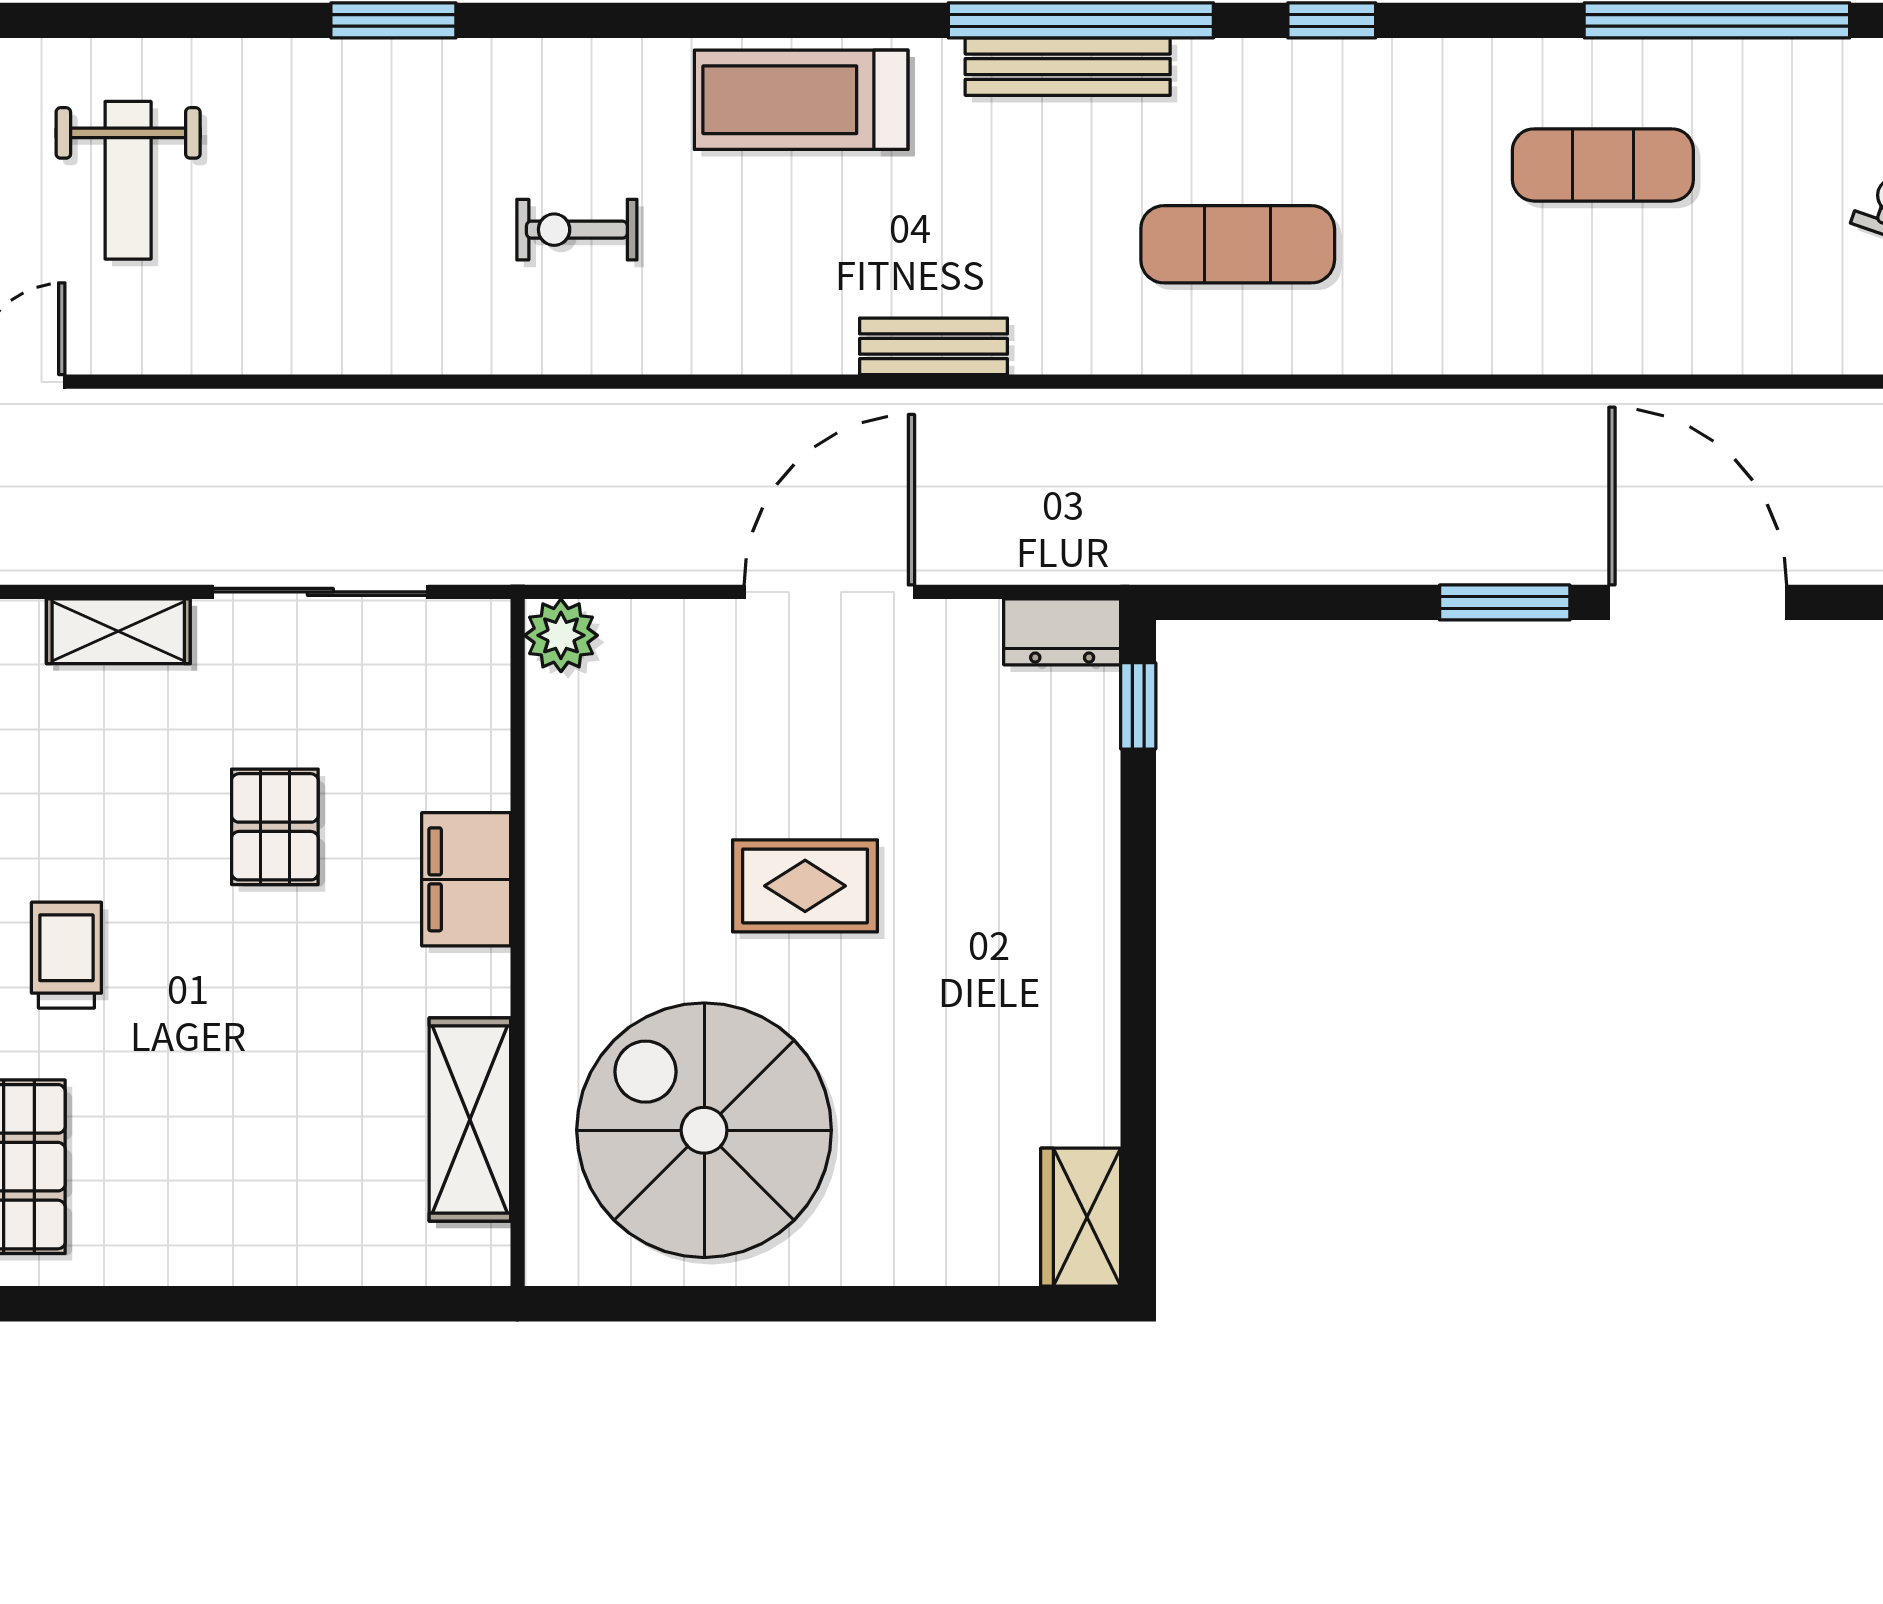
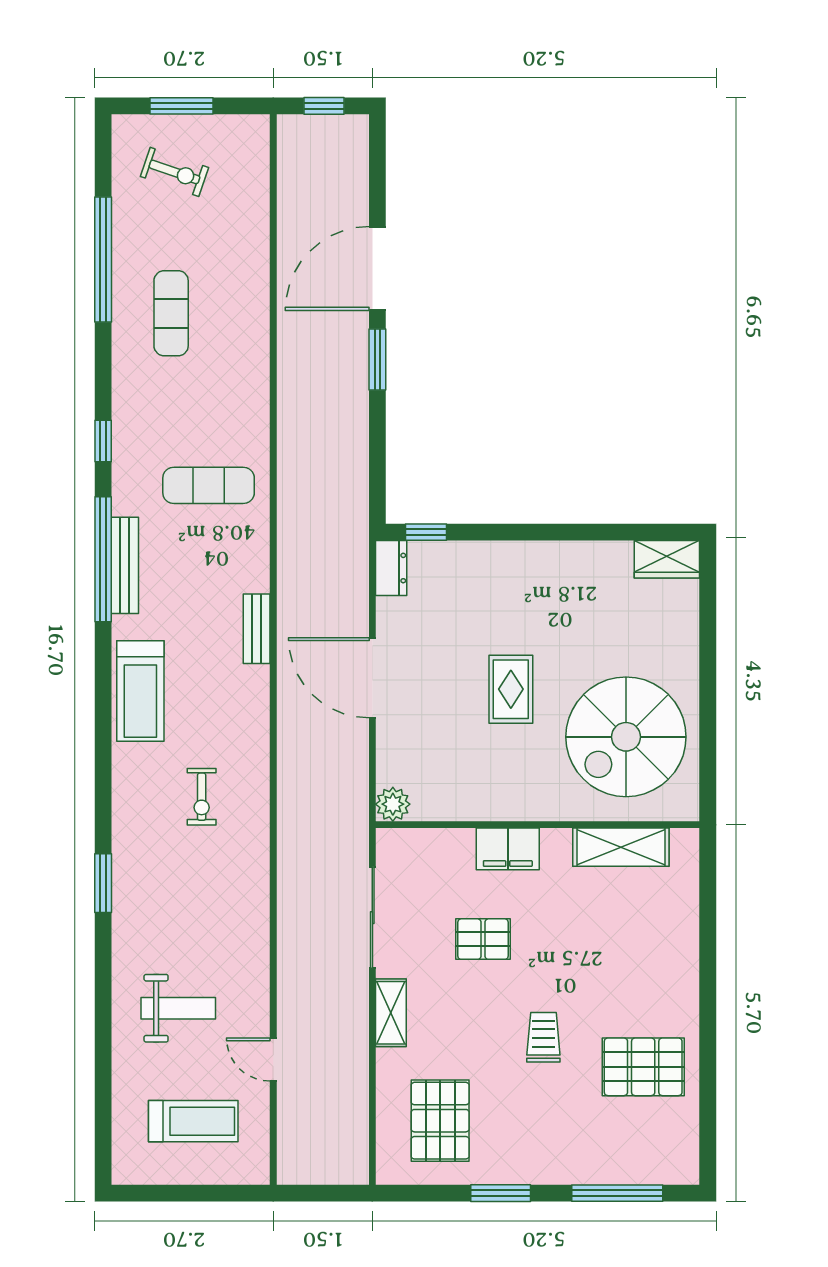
exercise mat: (1238, 244) -> (209, 485), turned 90
trolley: (66, 955) -> (543, 1037), turned 90

